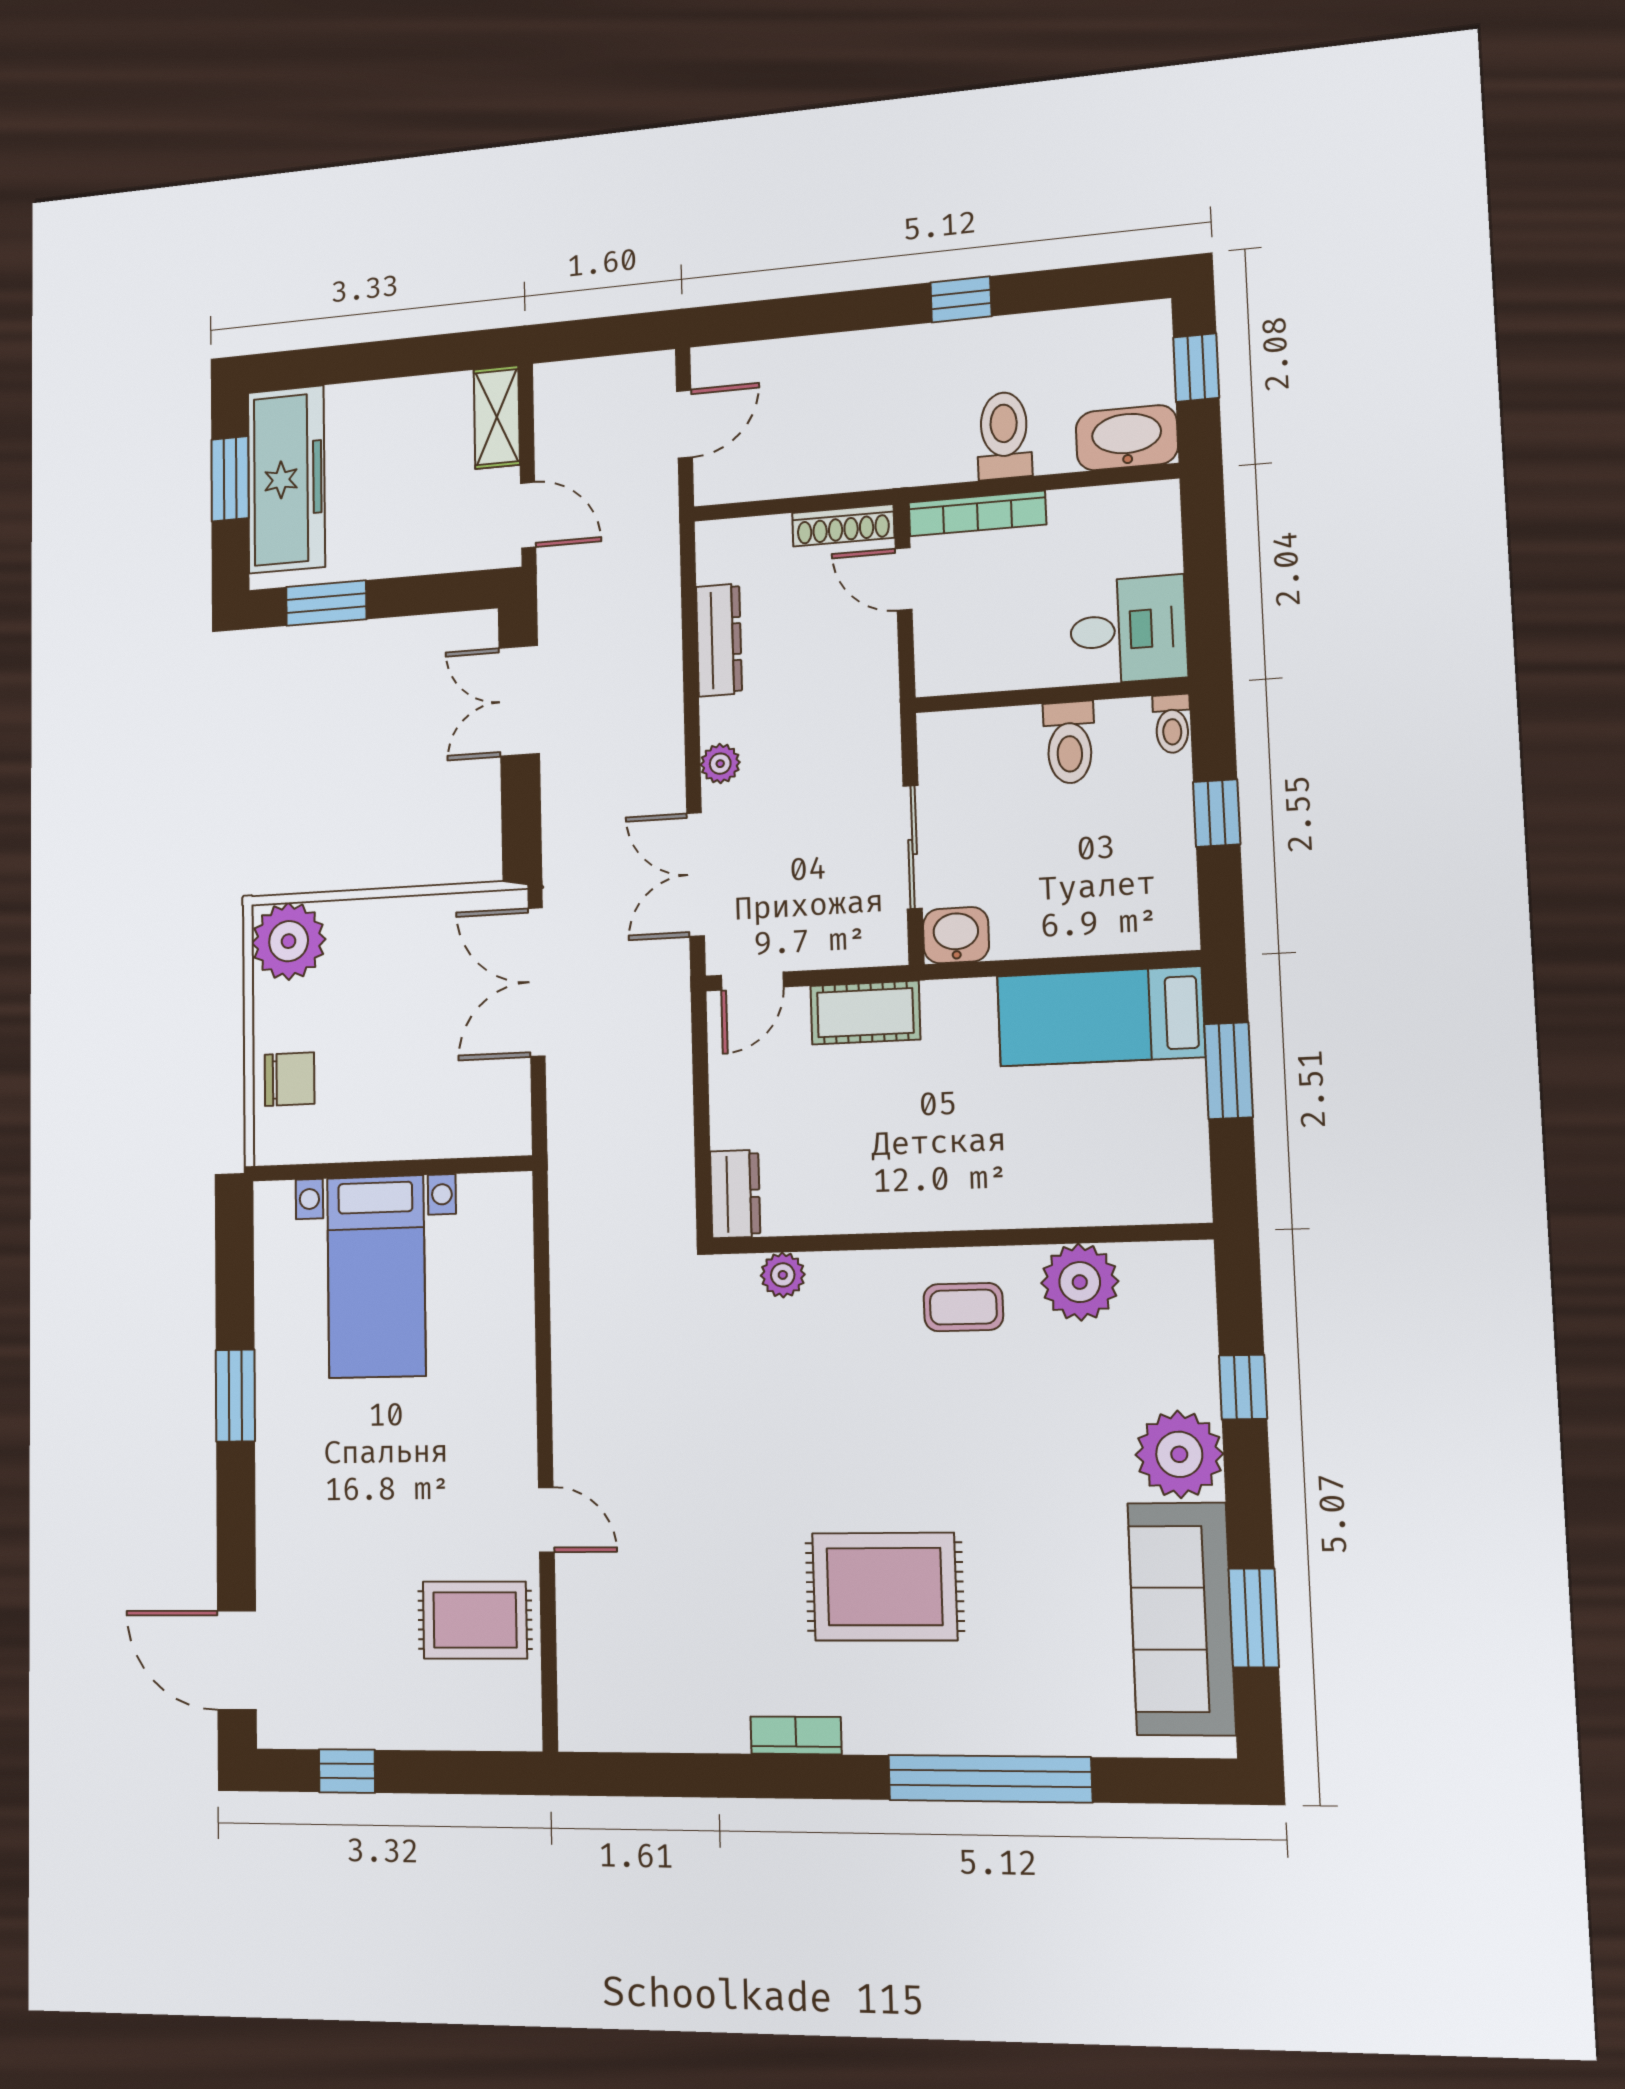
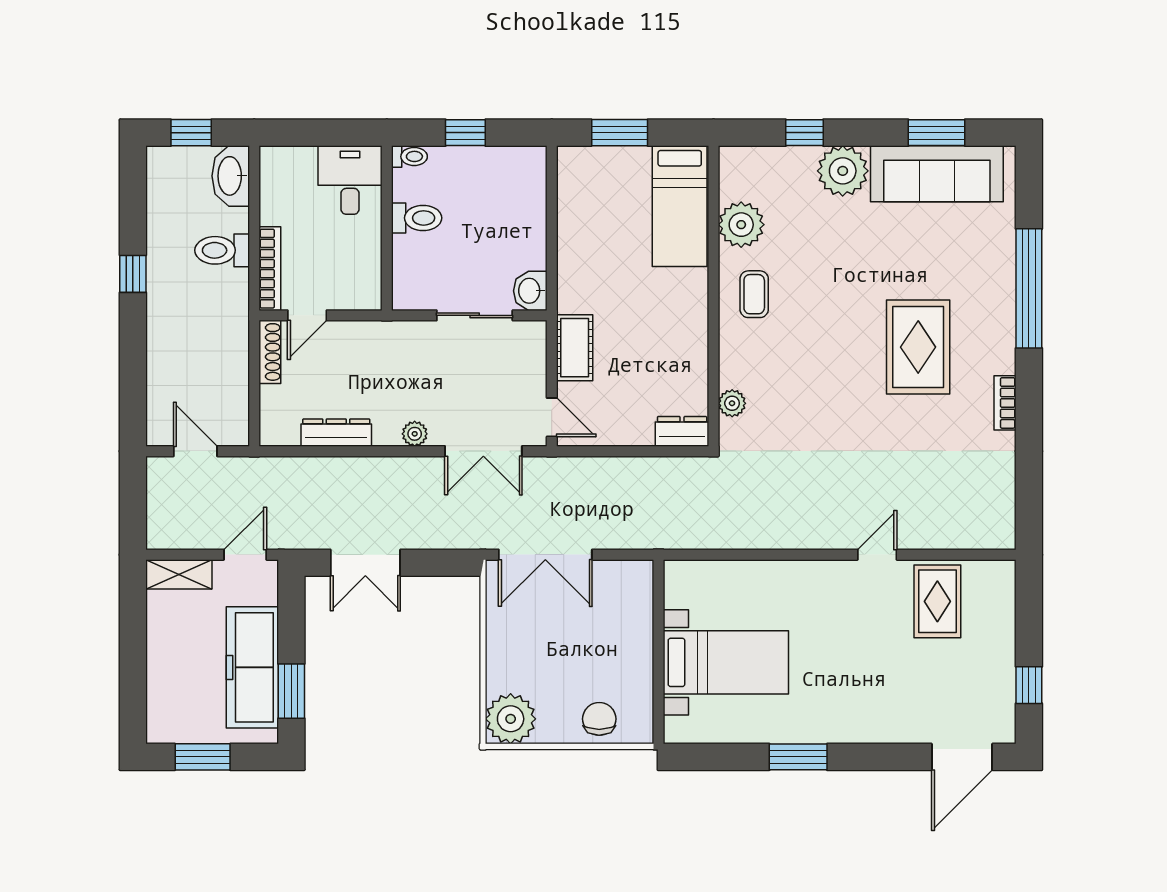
freezer: (286, 479) -> (252, 667), moved, turned -90
bed: (1100, 1016) -> (680, 206), moved

